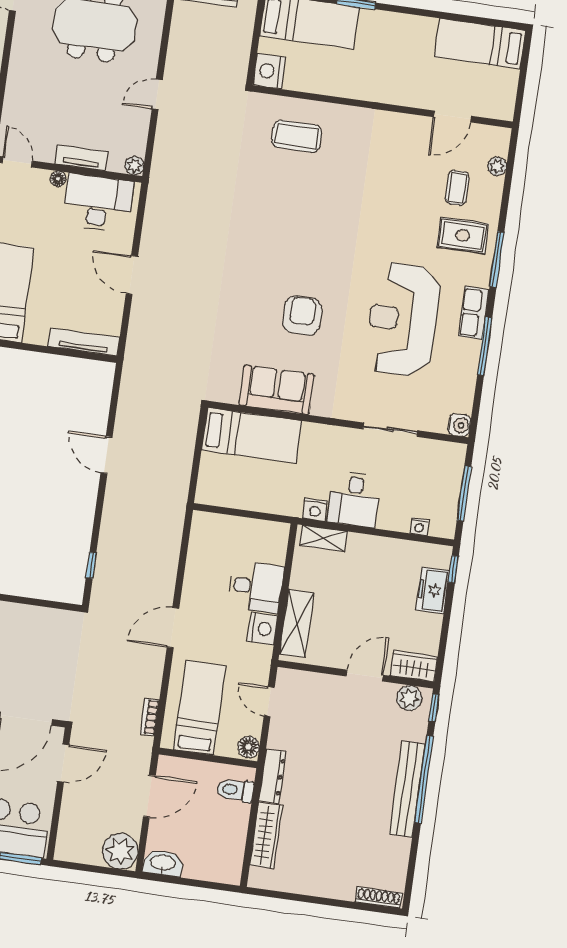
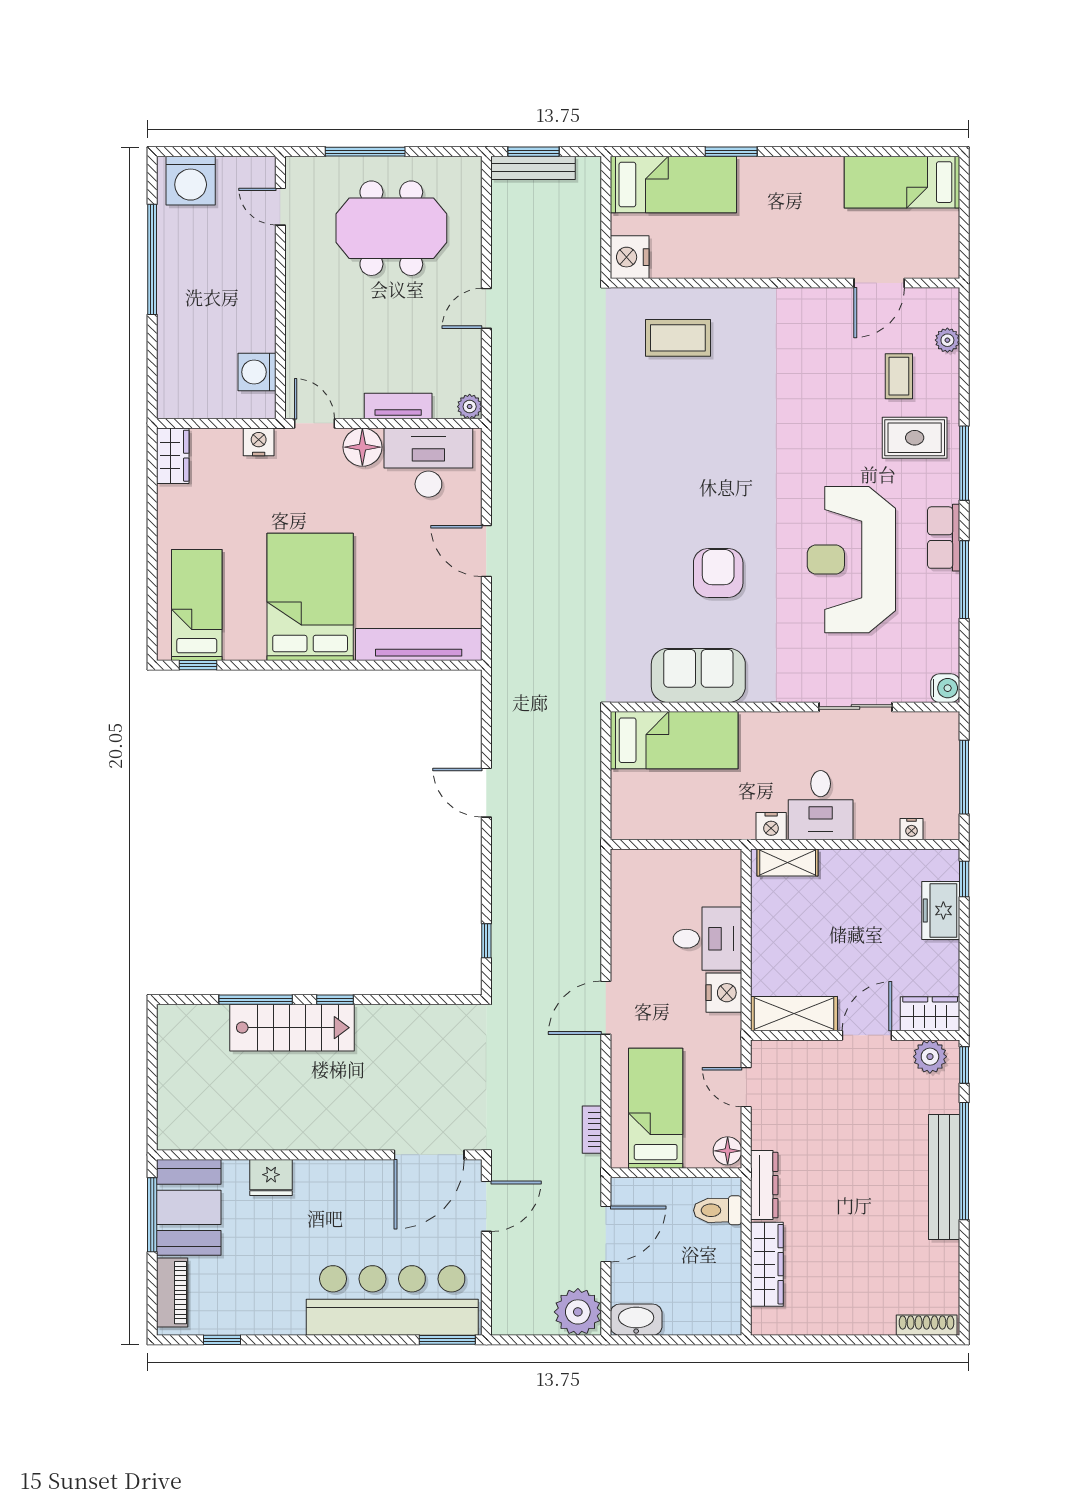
floor lamp: (58, 179) -> (362, 447), width x1.89, depth x1.89
tv unit: (84, 342) -> (419, 645), width x1.36, depth x1.29
shelving: (297, 624) -> (794, 1014), moved, turned 90

